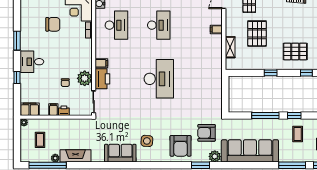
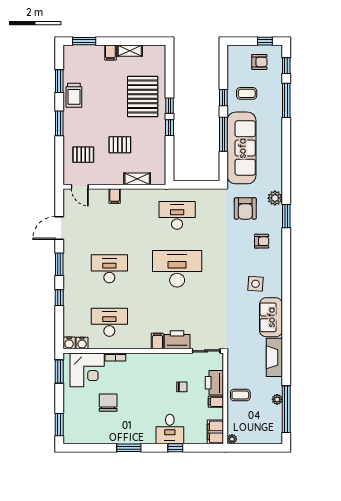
pallet: (257, 34) -> (120, 145), width x0.67, depth x0.71
pallet: (295, 52) -> (143, 97), width x1.37, depth x1.41
desk: (32, 62) -> (170, 429), moved
window: (306, 73) -> (169, 106), moved
plant: (85, 78) -> (176, 362), removed
desk: (201, 79) -> (177, 215), added
printer: (64, 111) -> (214, 383), width x1.87, depth x1.48
coffee table: (40, 140) -> (240, 395), moved
armchair: (181, 146) -> (262, 241), width x0.53, depth x0.53
sofa: (250, 151) -> (242, 148), moved, turned 180
fireplace: (76, 156) -> (274, 357), moved

